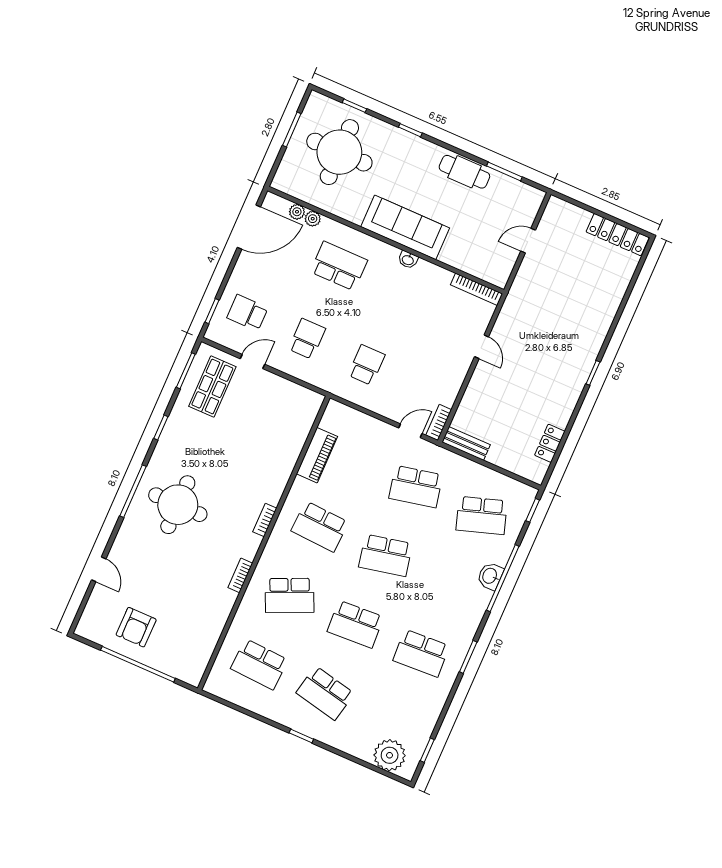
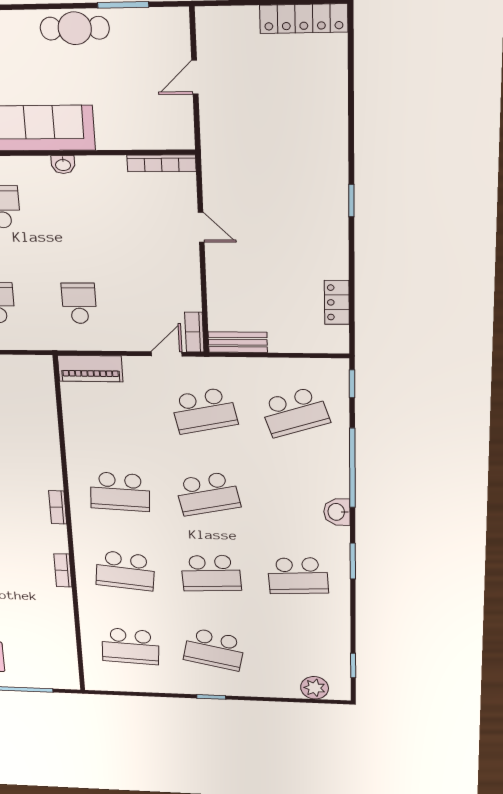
piano: (317, 455) -> (90, 369), moved, turned 90
washbasin: (490, 576) -> (337, 512), moved
school desk: (290, 595) -> (125, 571), turned 30
plant: (390, 755) -> (315, 688), width x0.73, depth x0.73

